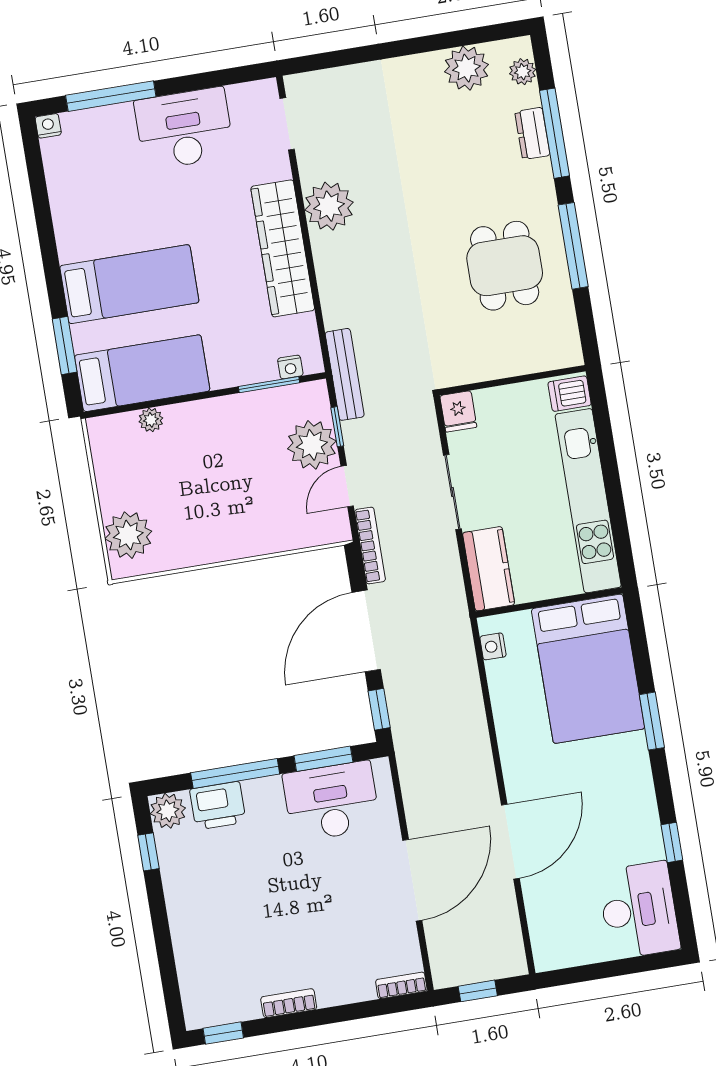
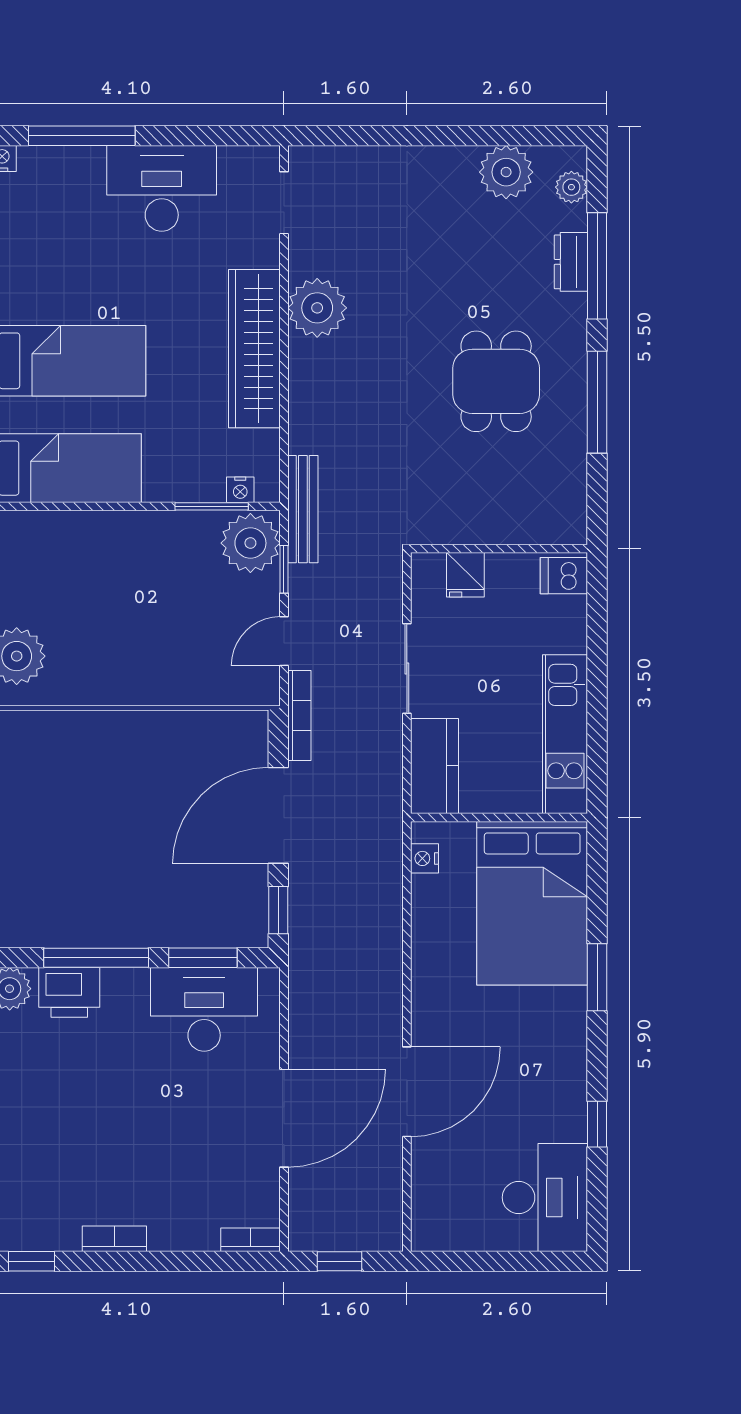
dining table: (505, 266) -> (496, 381), moved
fridge: (458, 411) -> (465, 575), moved
plant: (151, 420) -> (66, 525), removed
plant: (312, 445) -> (250, 543), moved
kitchen unit: (588, 501) -> (565, 734), width x0.73

